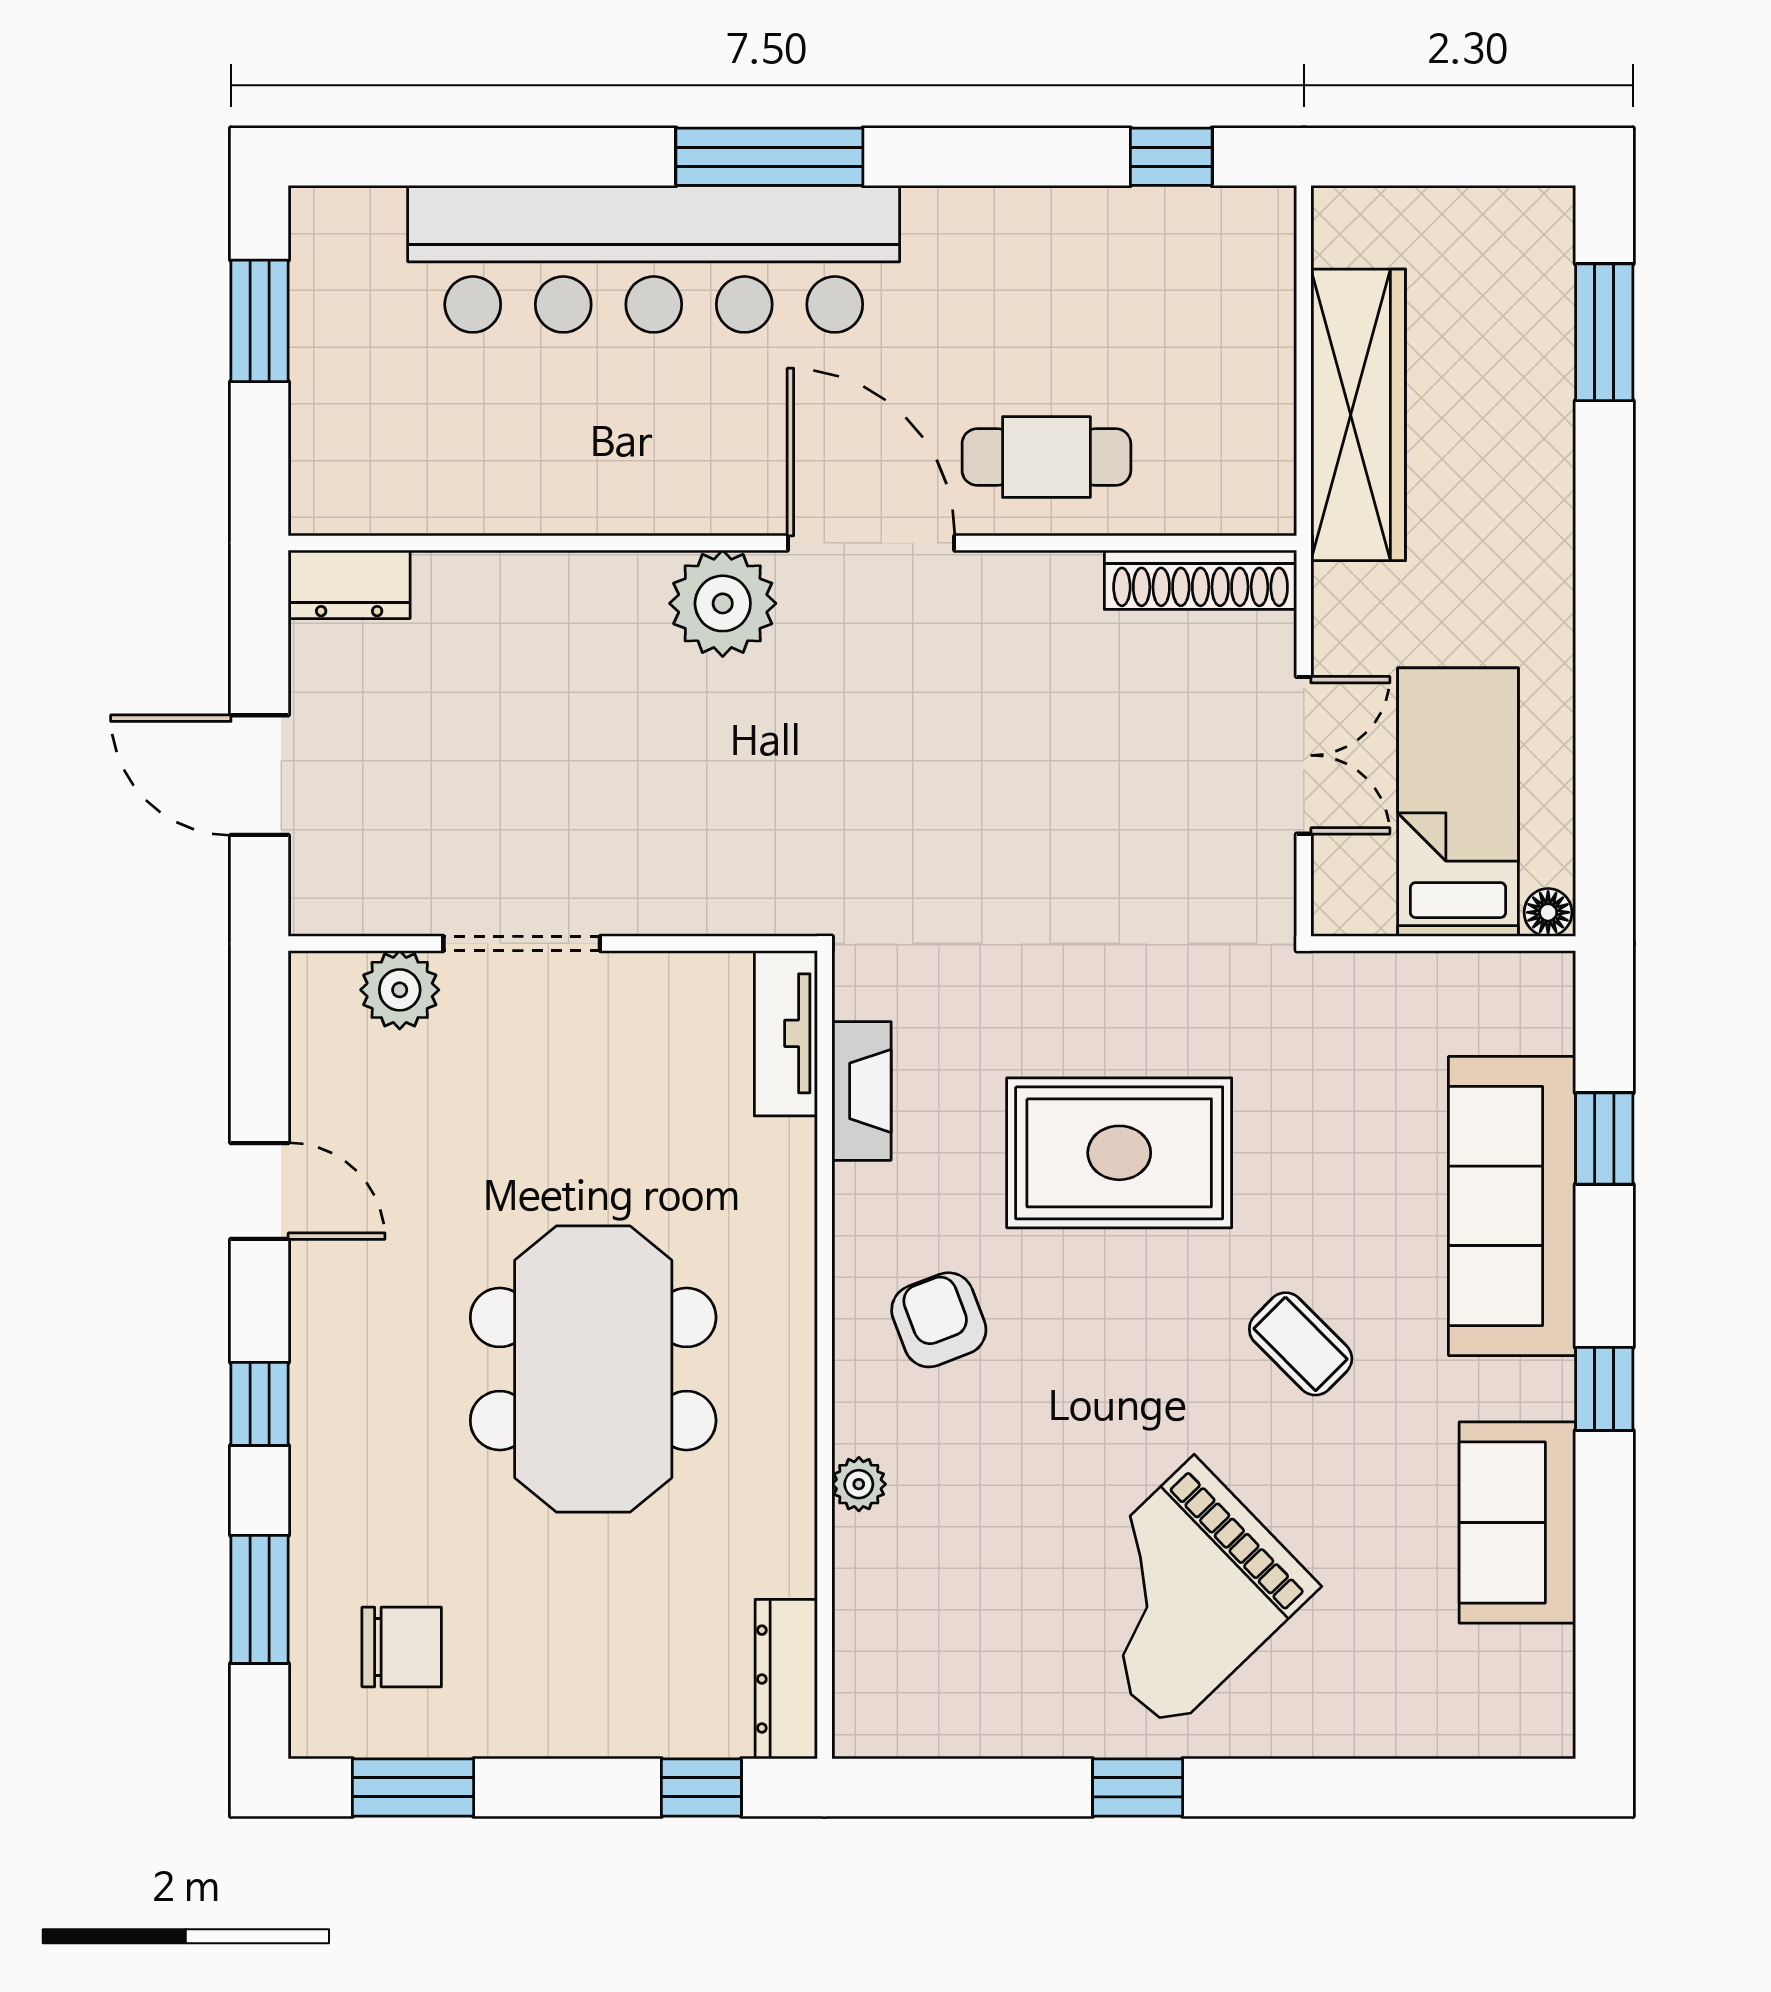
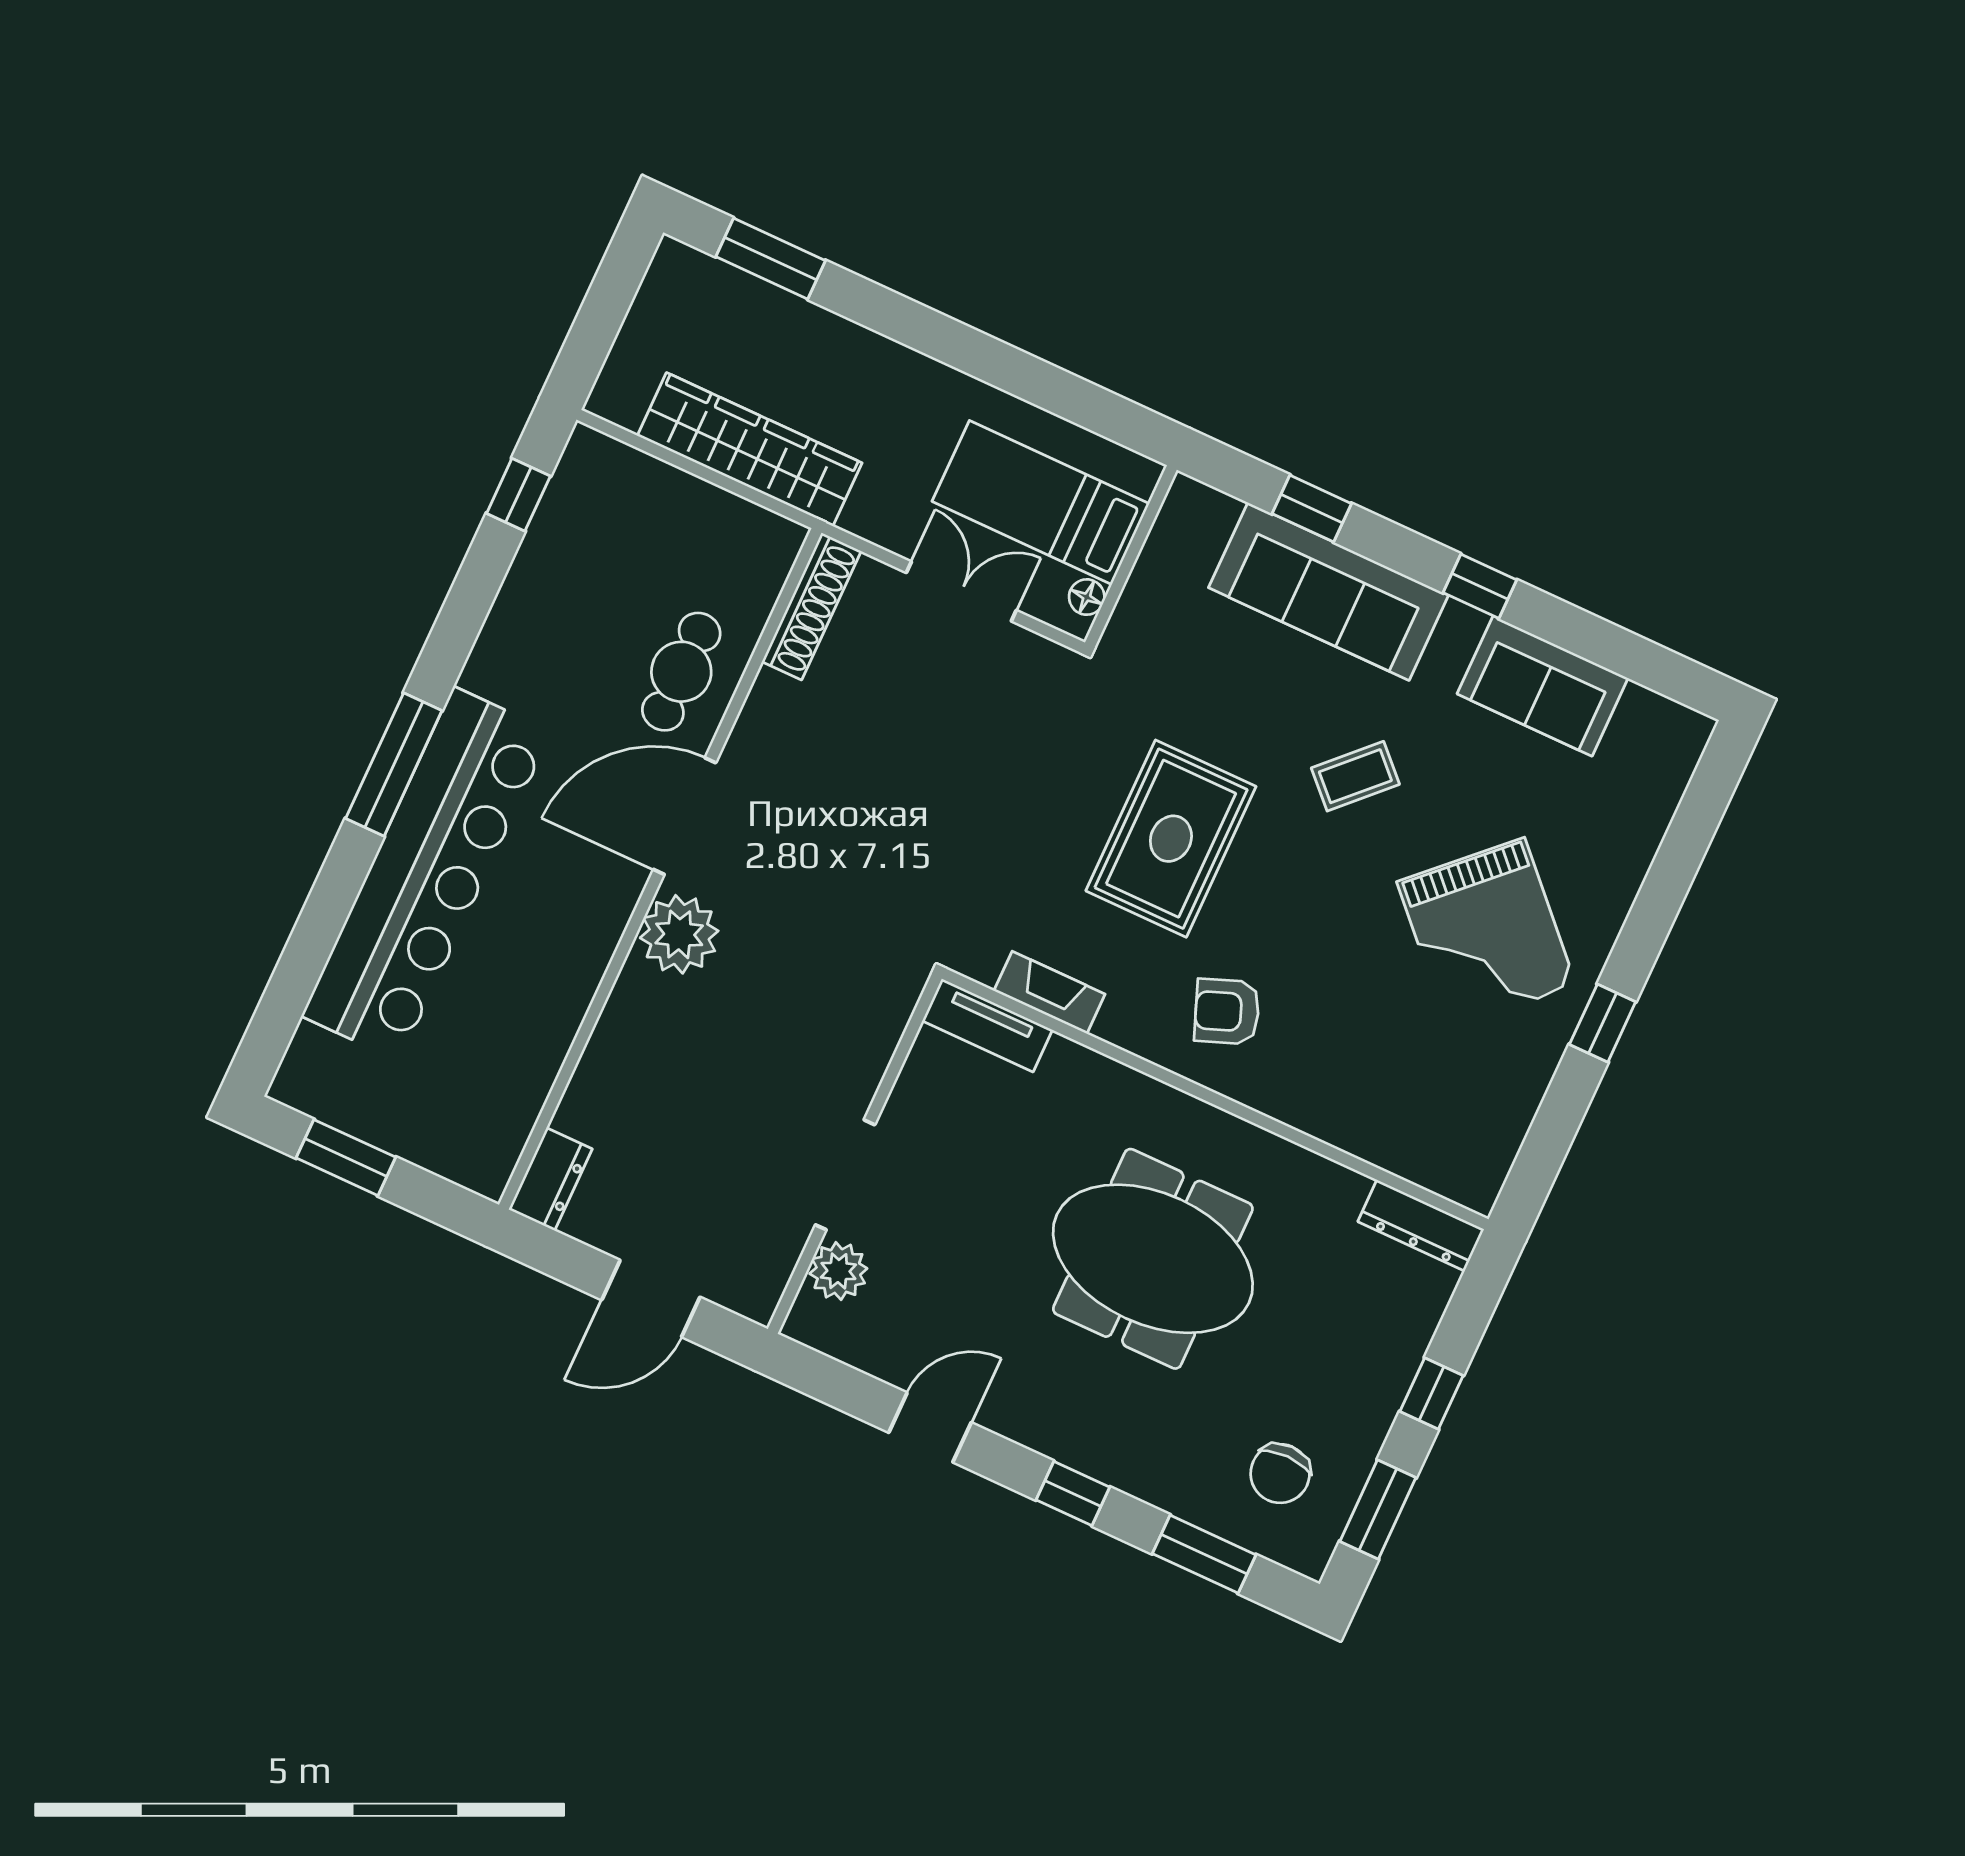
floor lamp: (1548, 912) -> (1087, 597), moved
plant: (859, 1484) -> (1313, 1116), removed
chair: (402, 1647) -> (1280, 1473), turned 180
window: (701, 1787) -> (1431, 1393), moved

